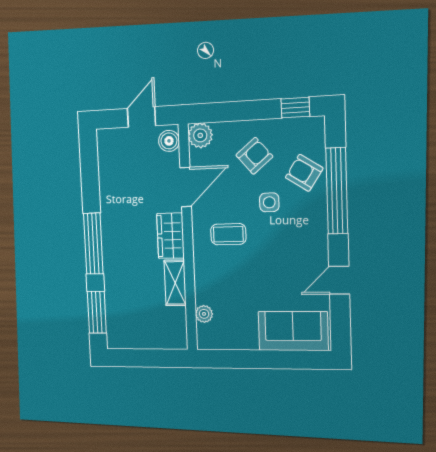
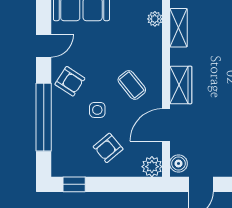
armchair: (304, 173) -> (70, 81), moved
coffee table: (228, 234) -> (132, 85), turned 51
shelving: (175, 283) -> (178, 28), moved

